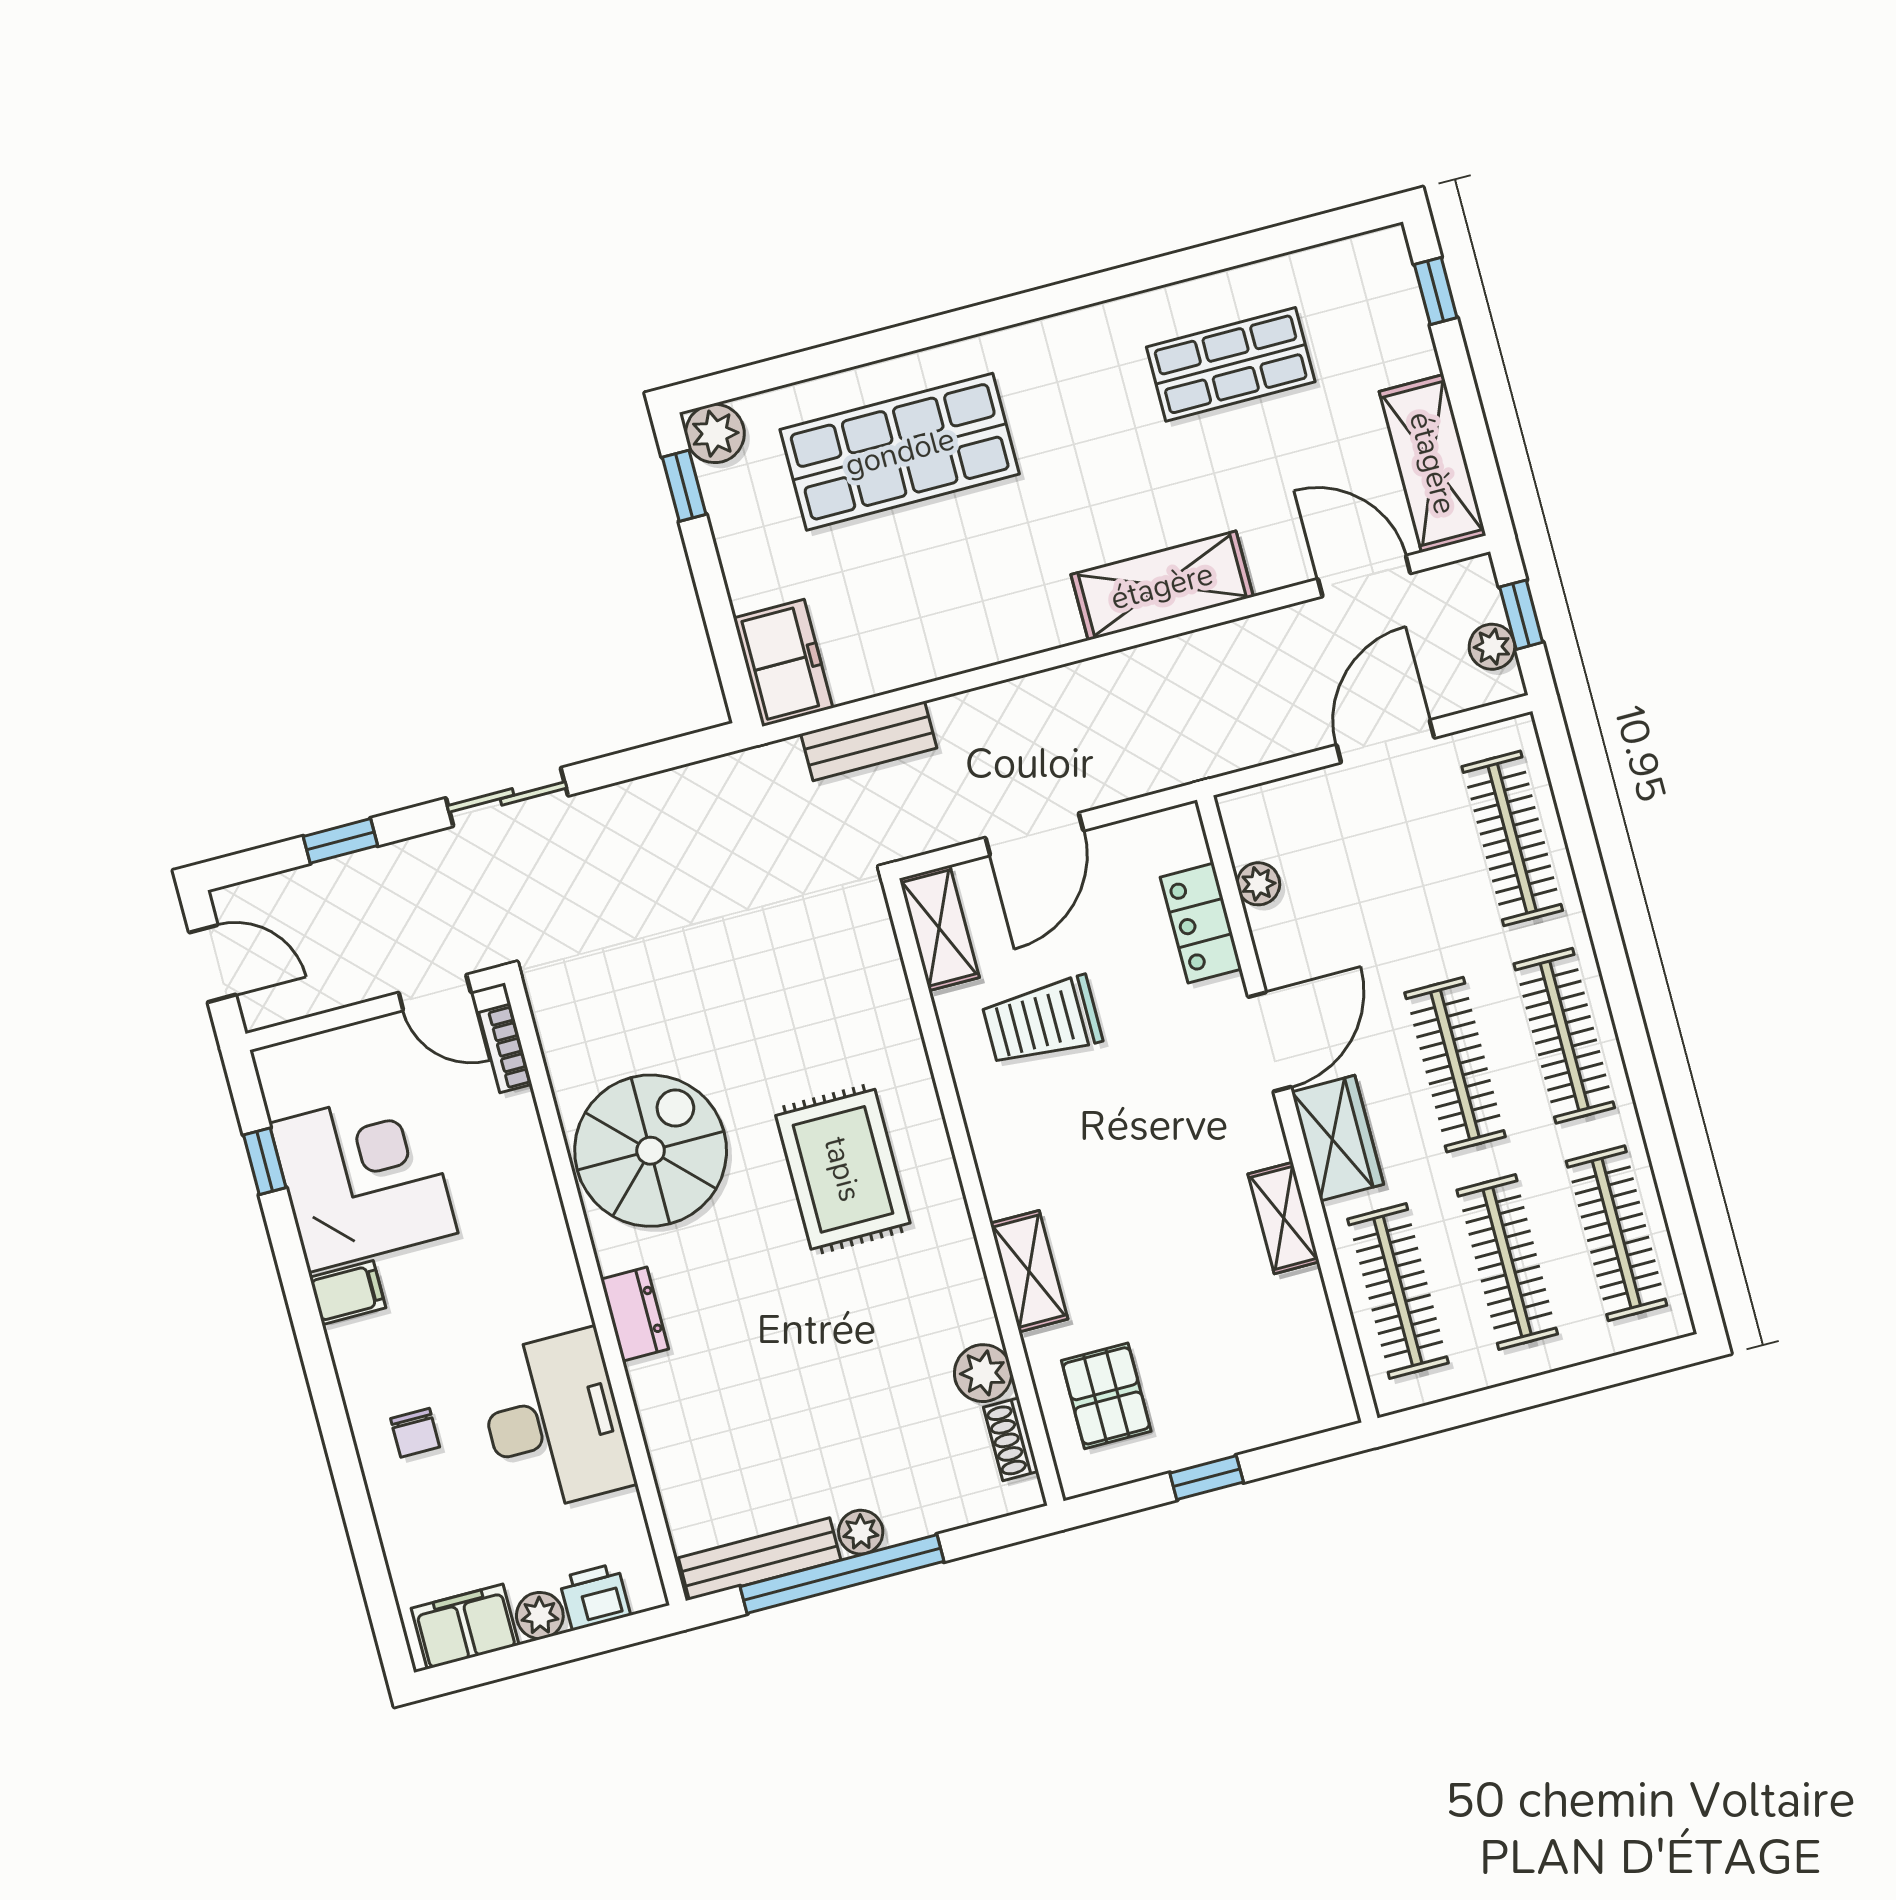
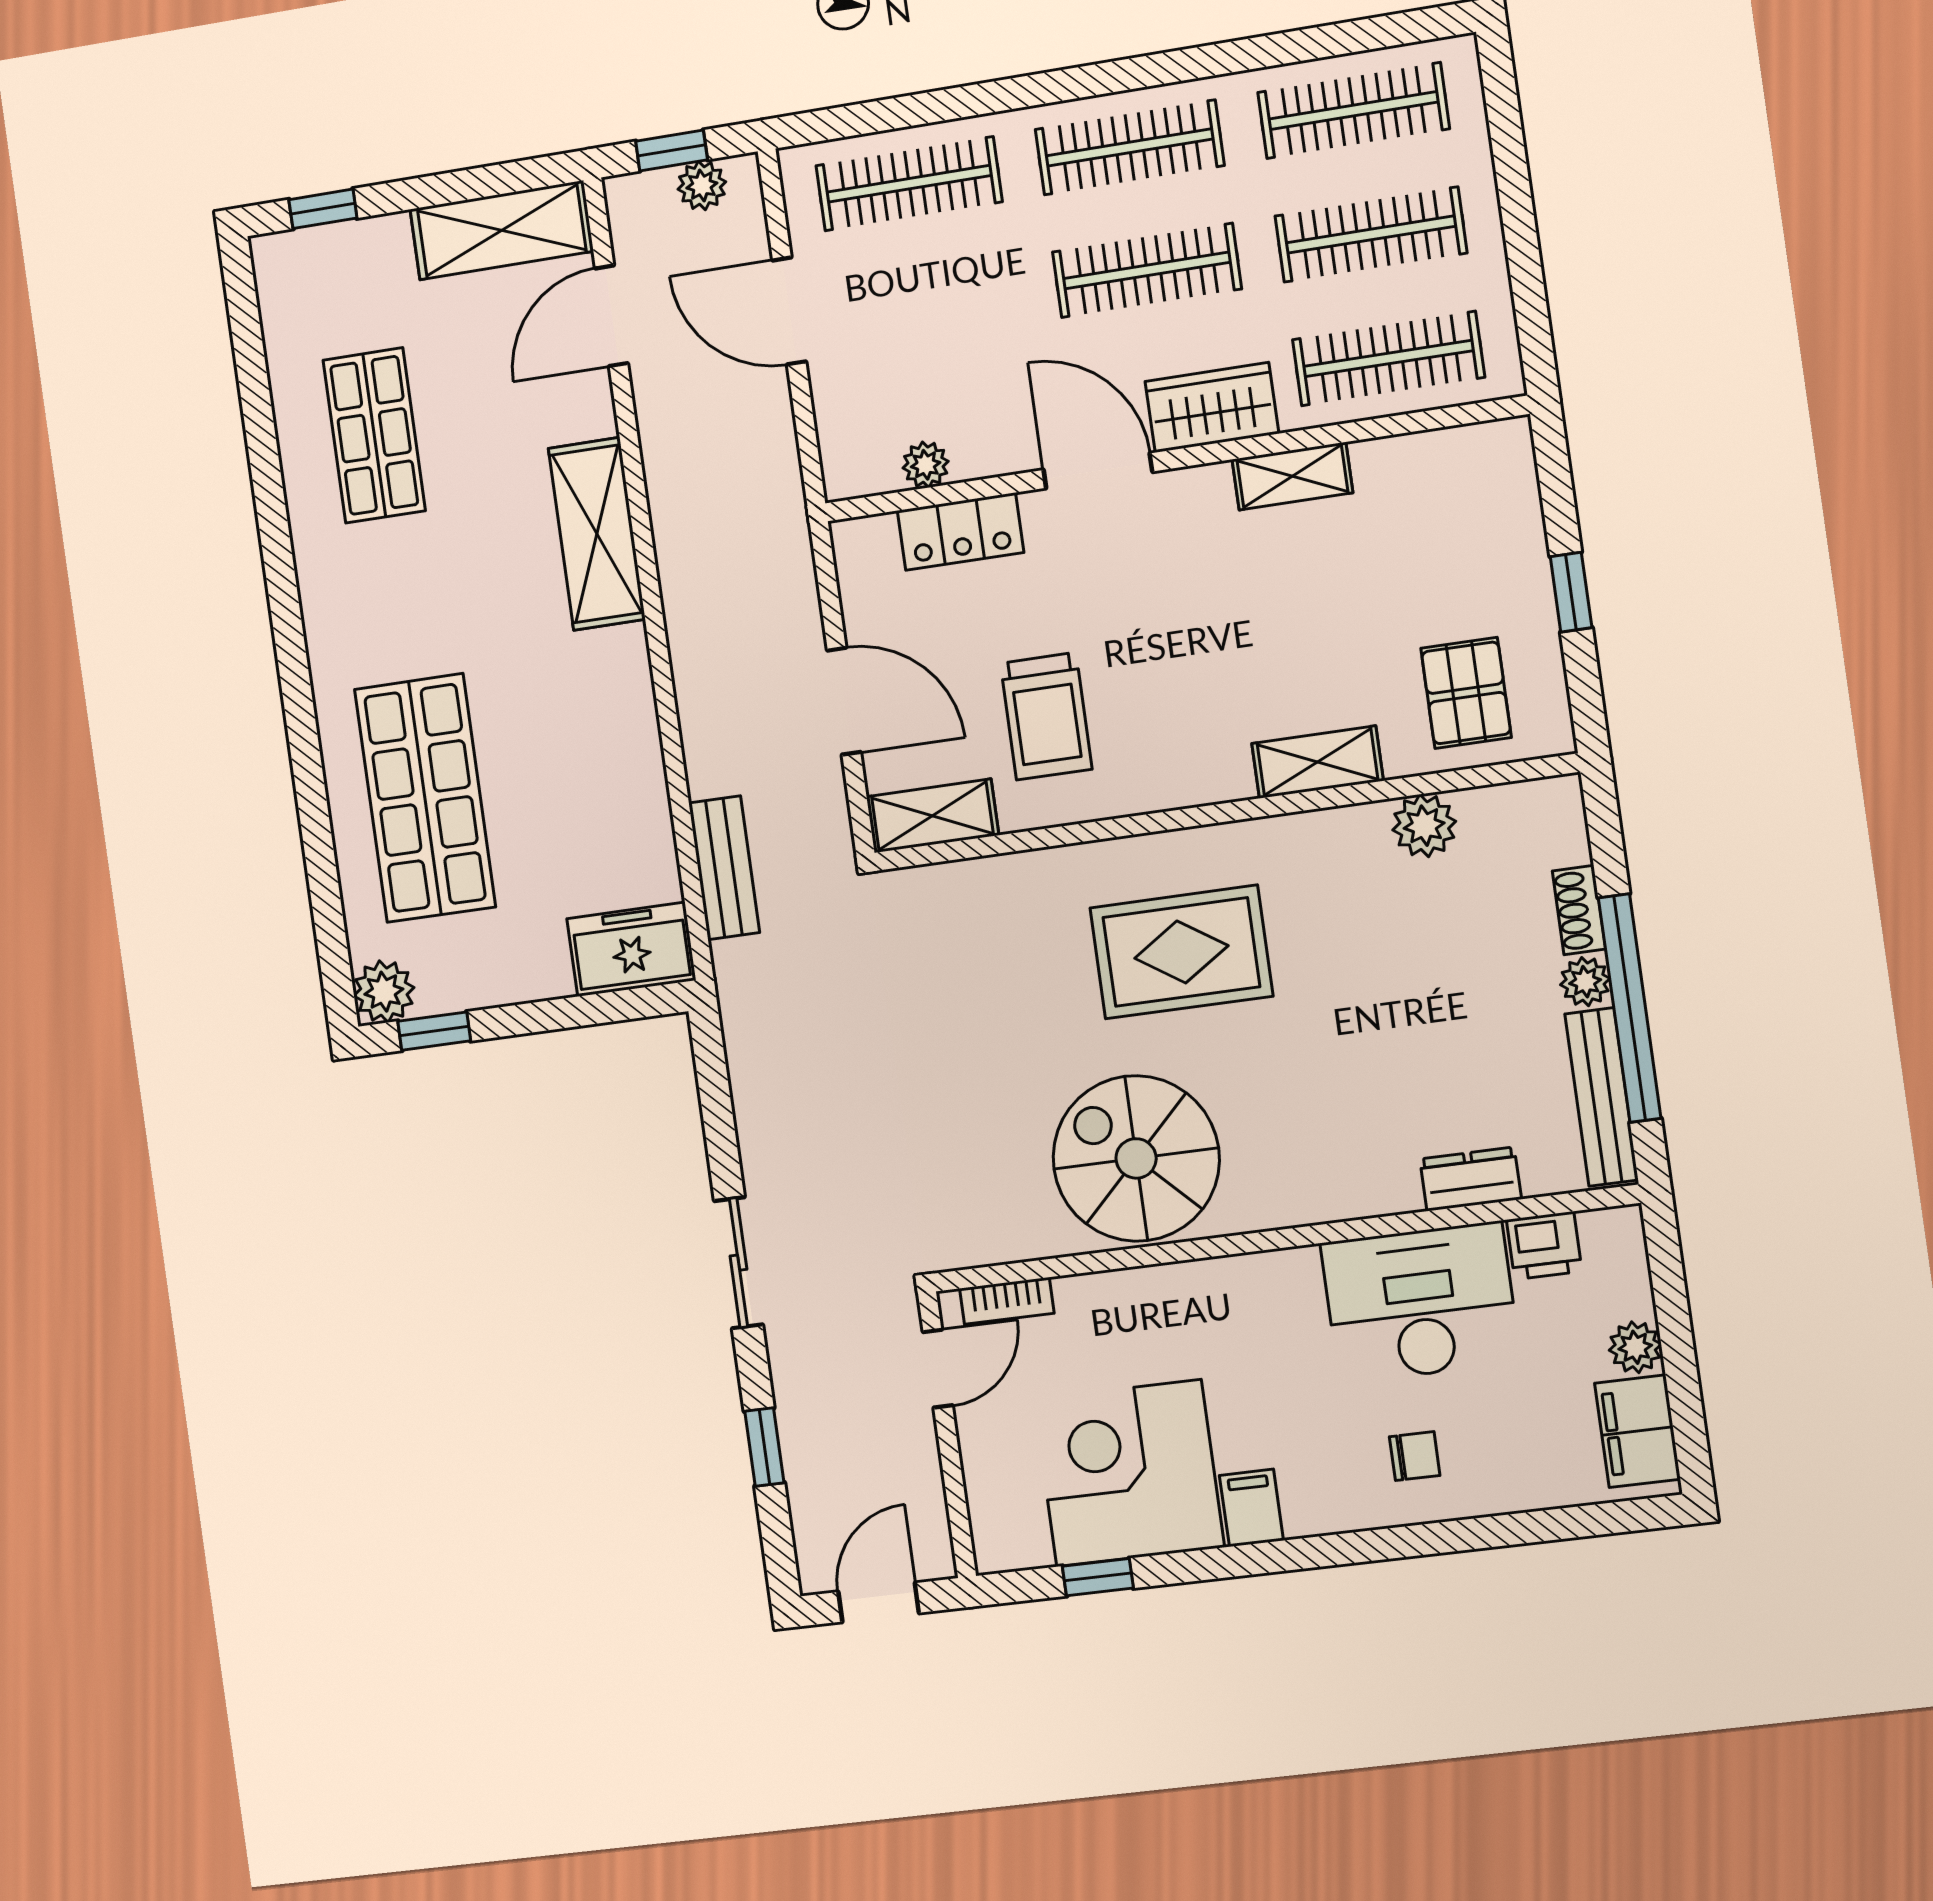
dresser: (635, 1314) -> (1471, 1179), moved
pallet: (1106, 1396) -> (1466, 693), turned 90
shoe rack: (1011, 1439) -> (1579, 910), moved, turned 90
printer: (595, 1597) -> (1544, 1246), moved, turned -90

